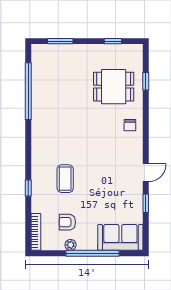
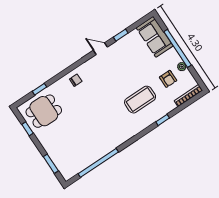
dining table: (114, 87) -> (44, 111), moved, turned 90
coffee table: (65, 179) -> (140, 100), width x1.36, depth x1.32

